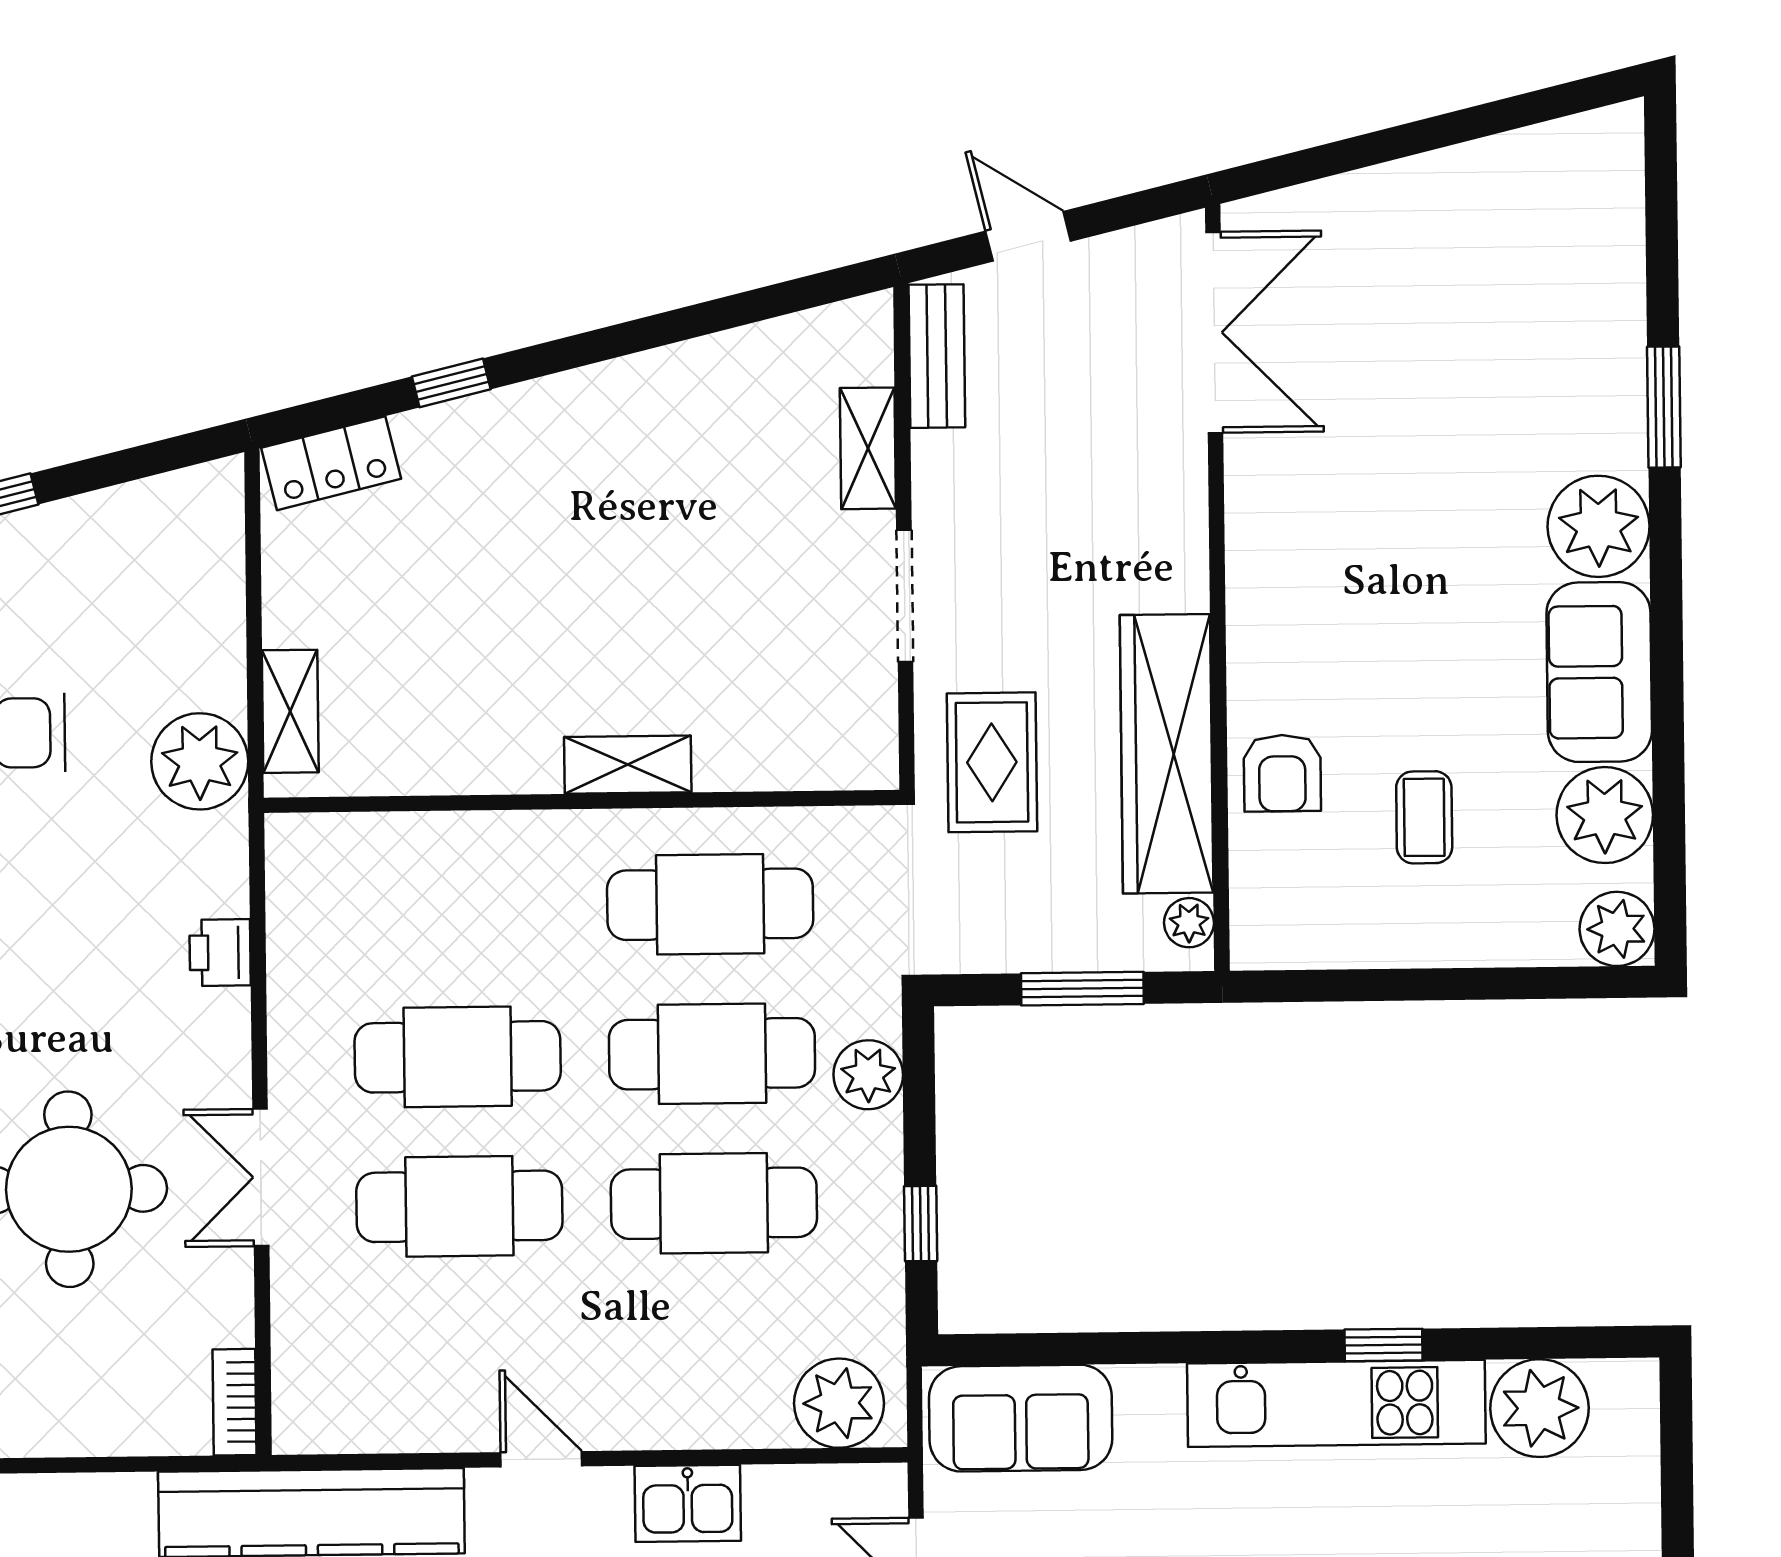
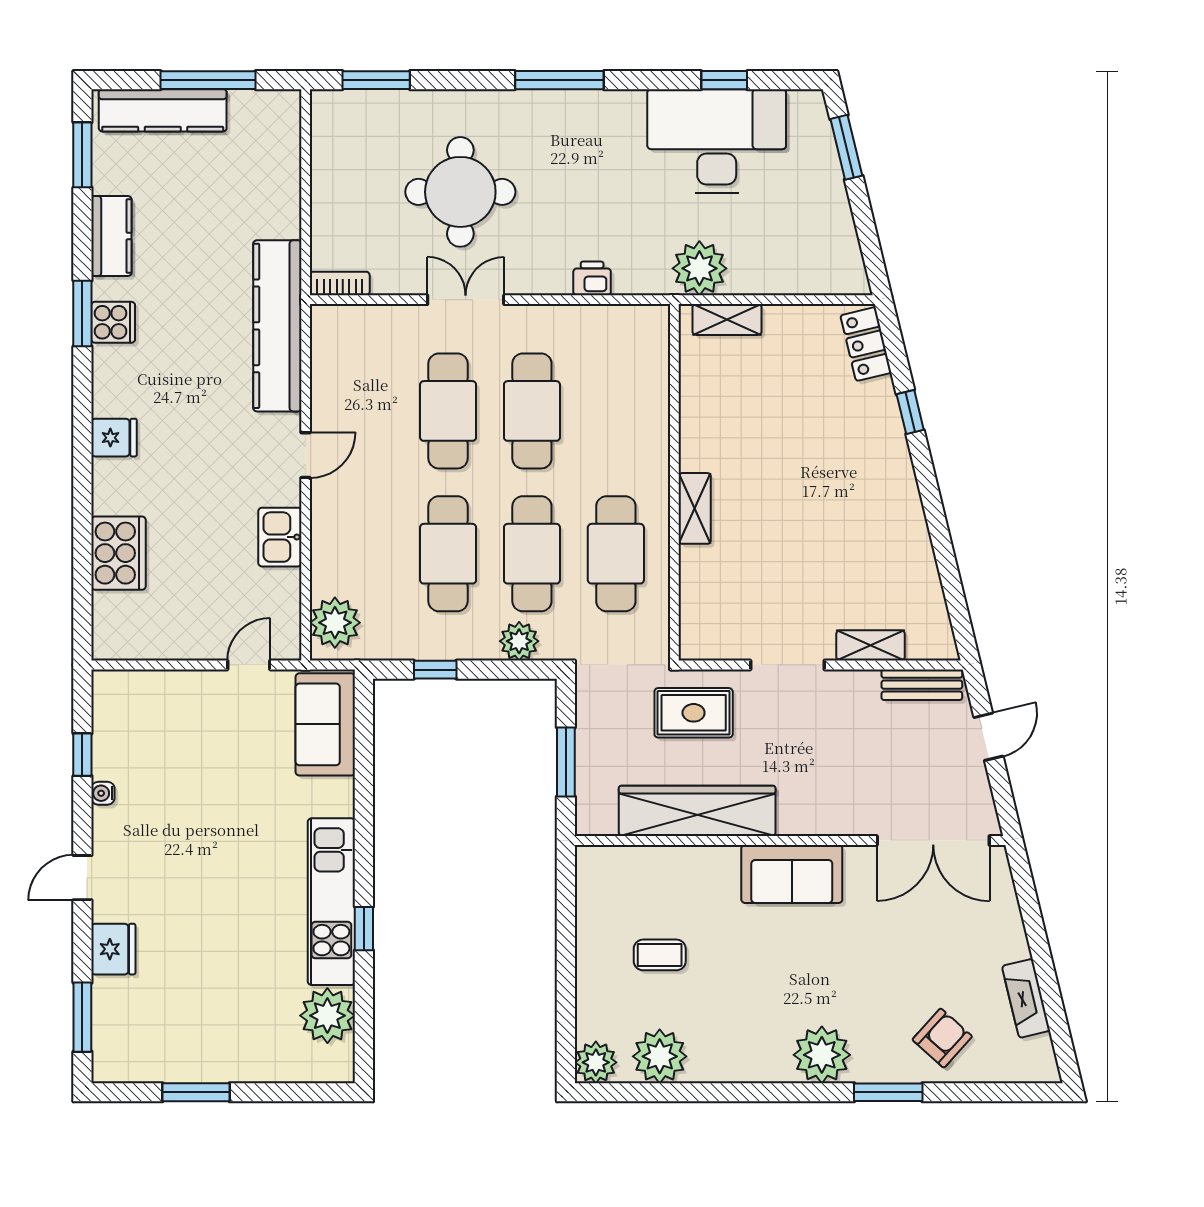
fireplace: (1494, 164) -> (1026, 998), added
sofa: (1599, 672) -> (792, 874), moved, turned 180
armchair: (1282, 773) -> (942, 1038), moved, turned 132
plant: (1189, 923) -> (602, 822), removed

